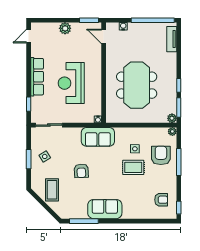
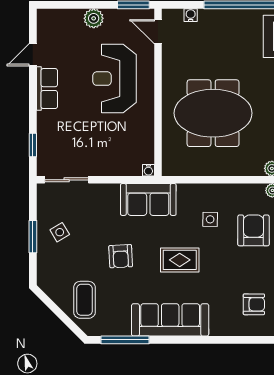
door: (29, 36) -> (33, 55), moved
row of seats: (37, 77) -> (47, 89), width x0.68
reception desk: (71, 83) -> (115, 79), moved
meeting table: (137, 85) -> (213, 113), turned 90
rug: (133, 167) -> (180, 260), moved
coffee table: (52, 190) -> (84, 300), moved
sofa: (105, 209) -> (170, 320), width x1.36

